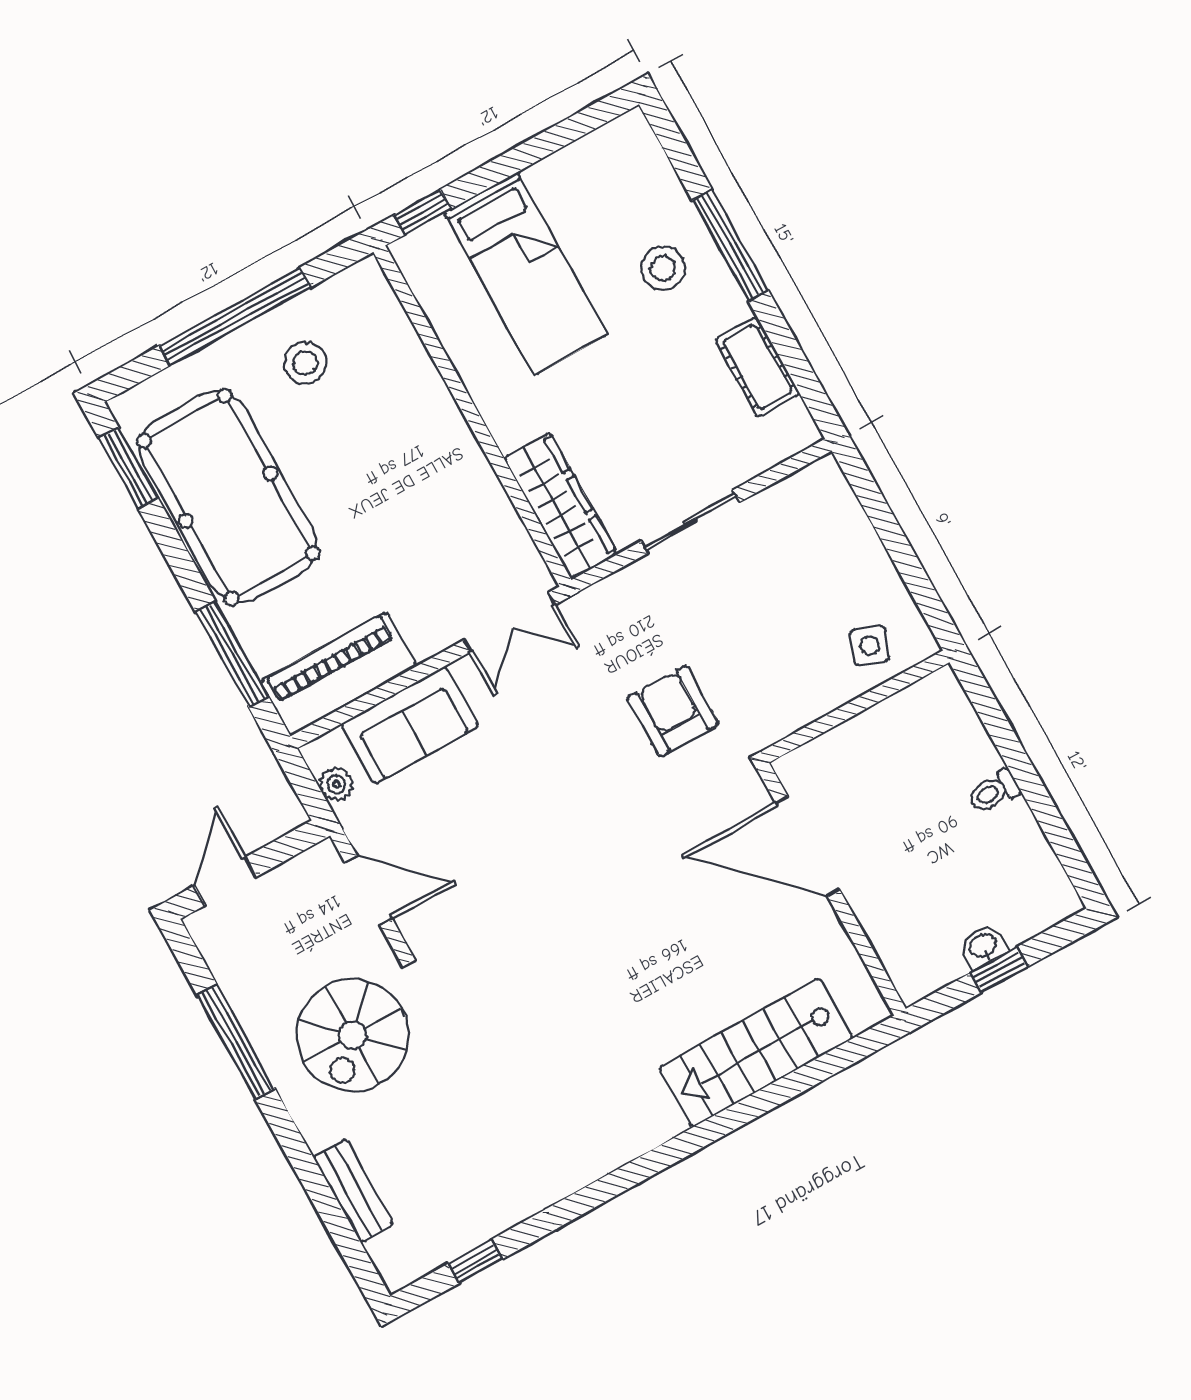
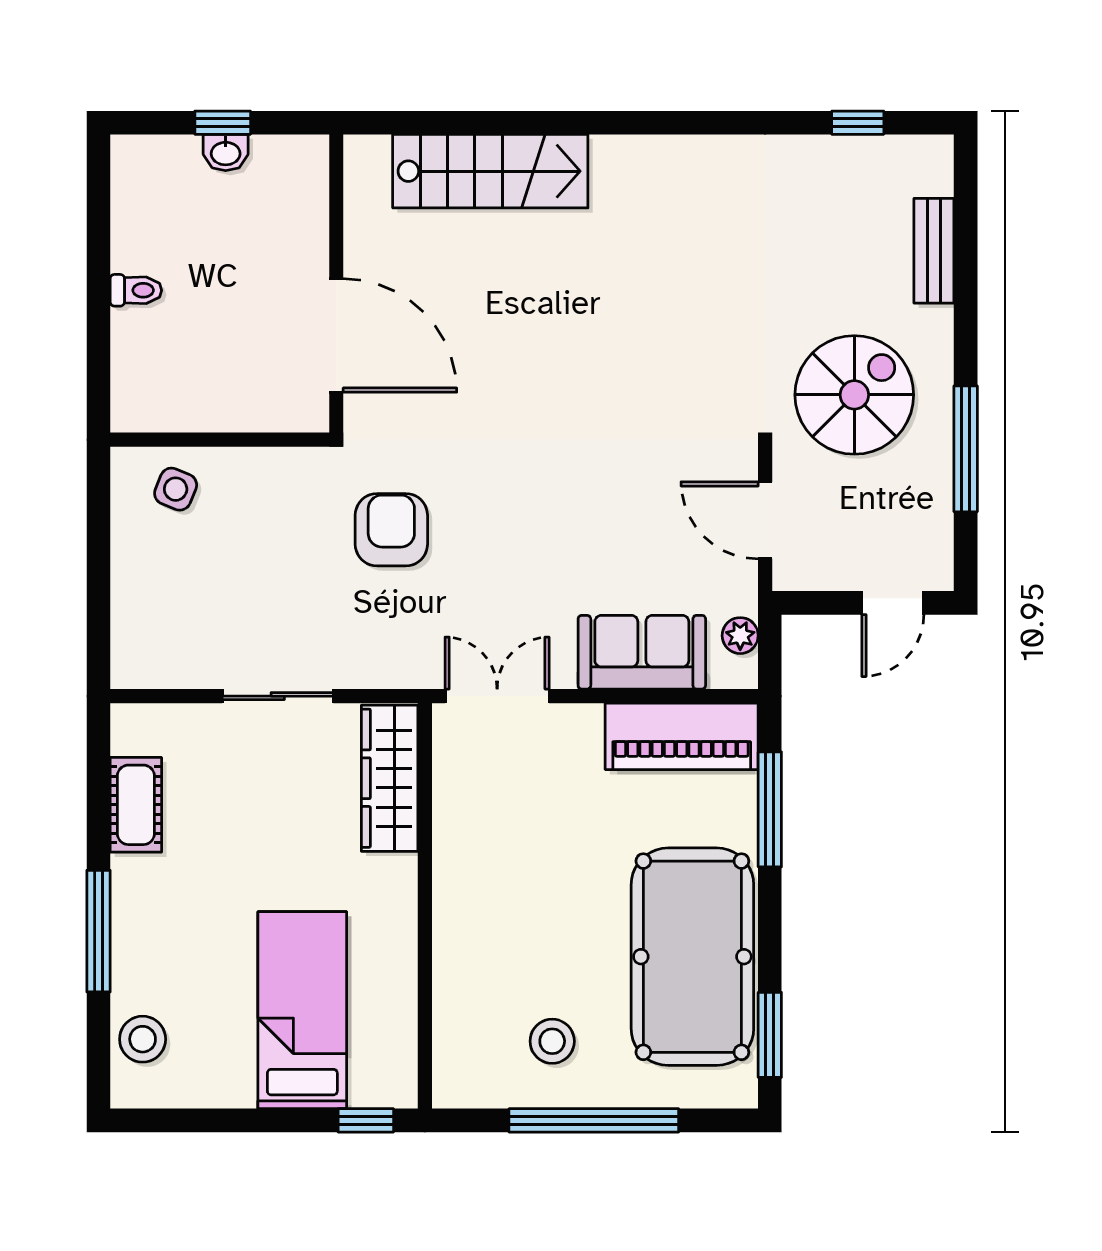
stool: (663, 268) -> (143, 1039), moved
armchair: (673, 711) -> (391, 530), turned 180

